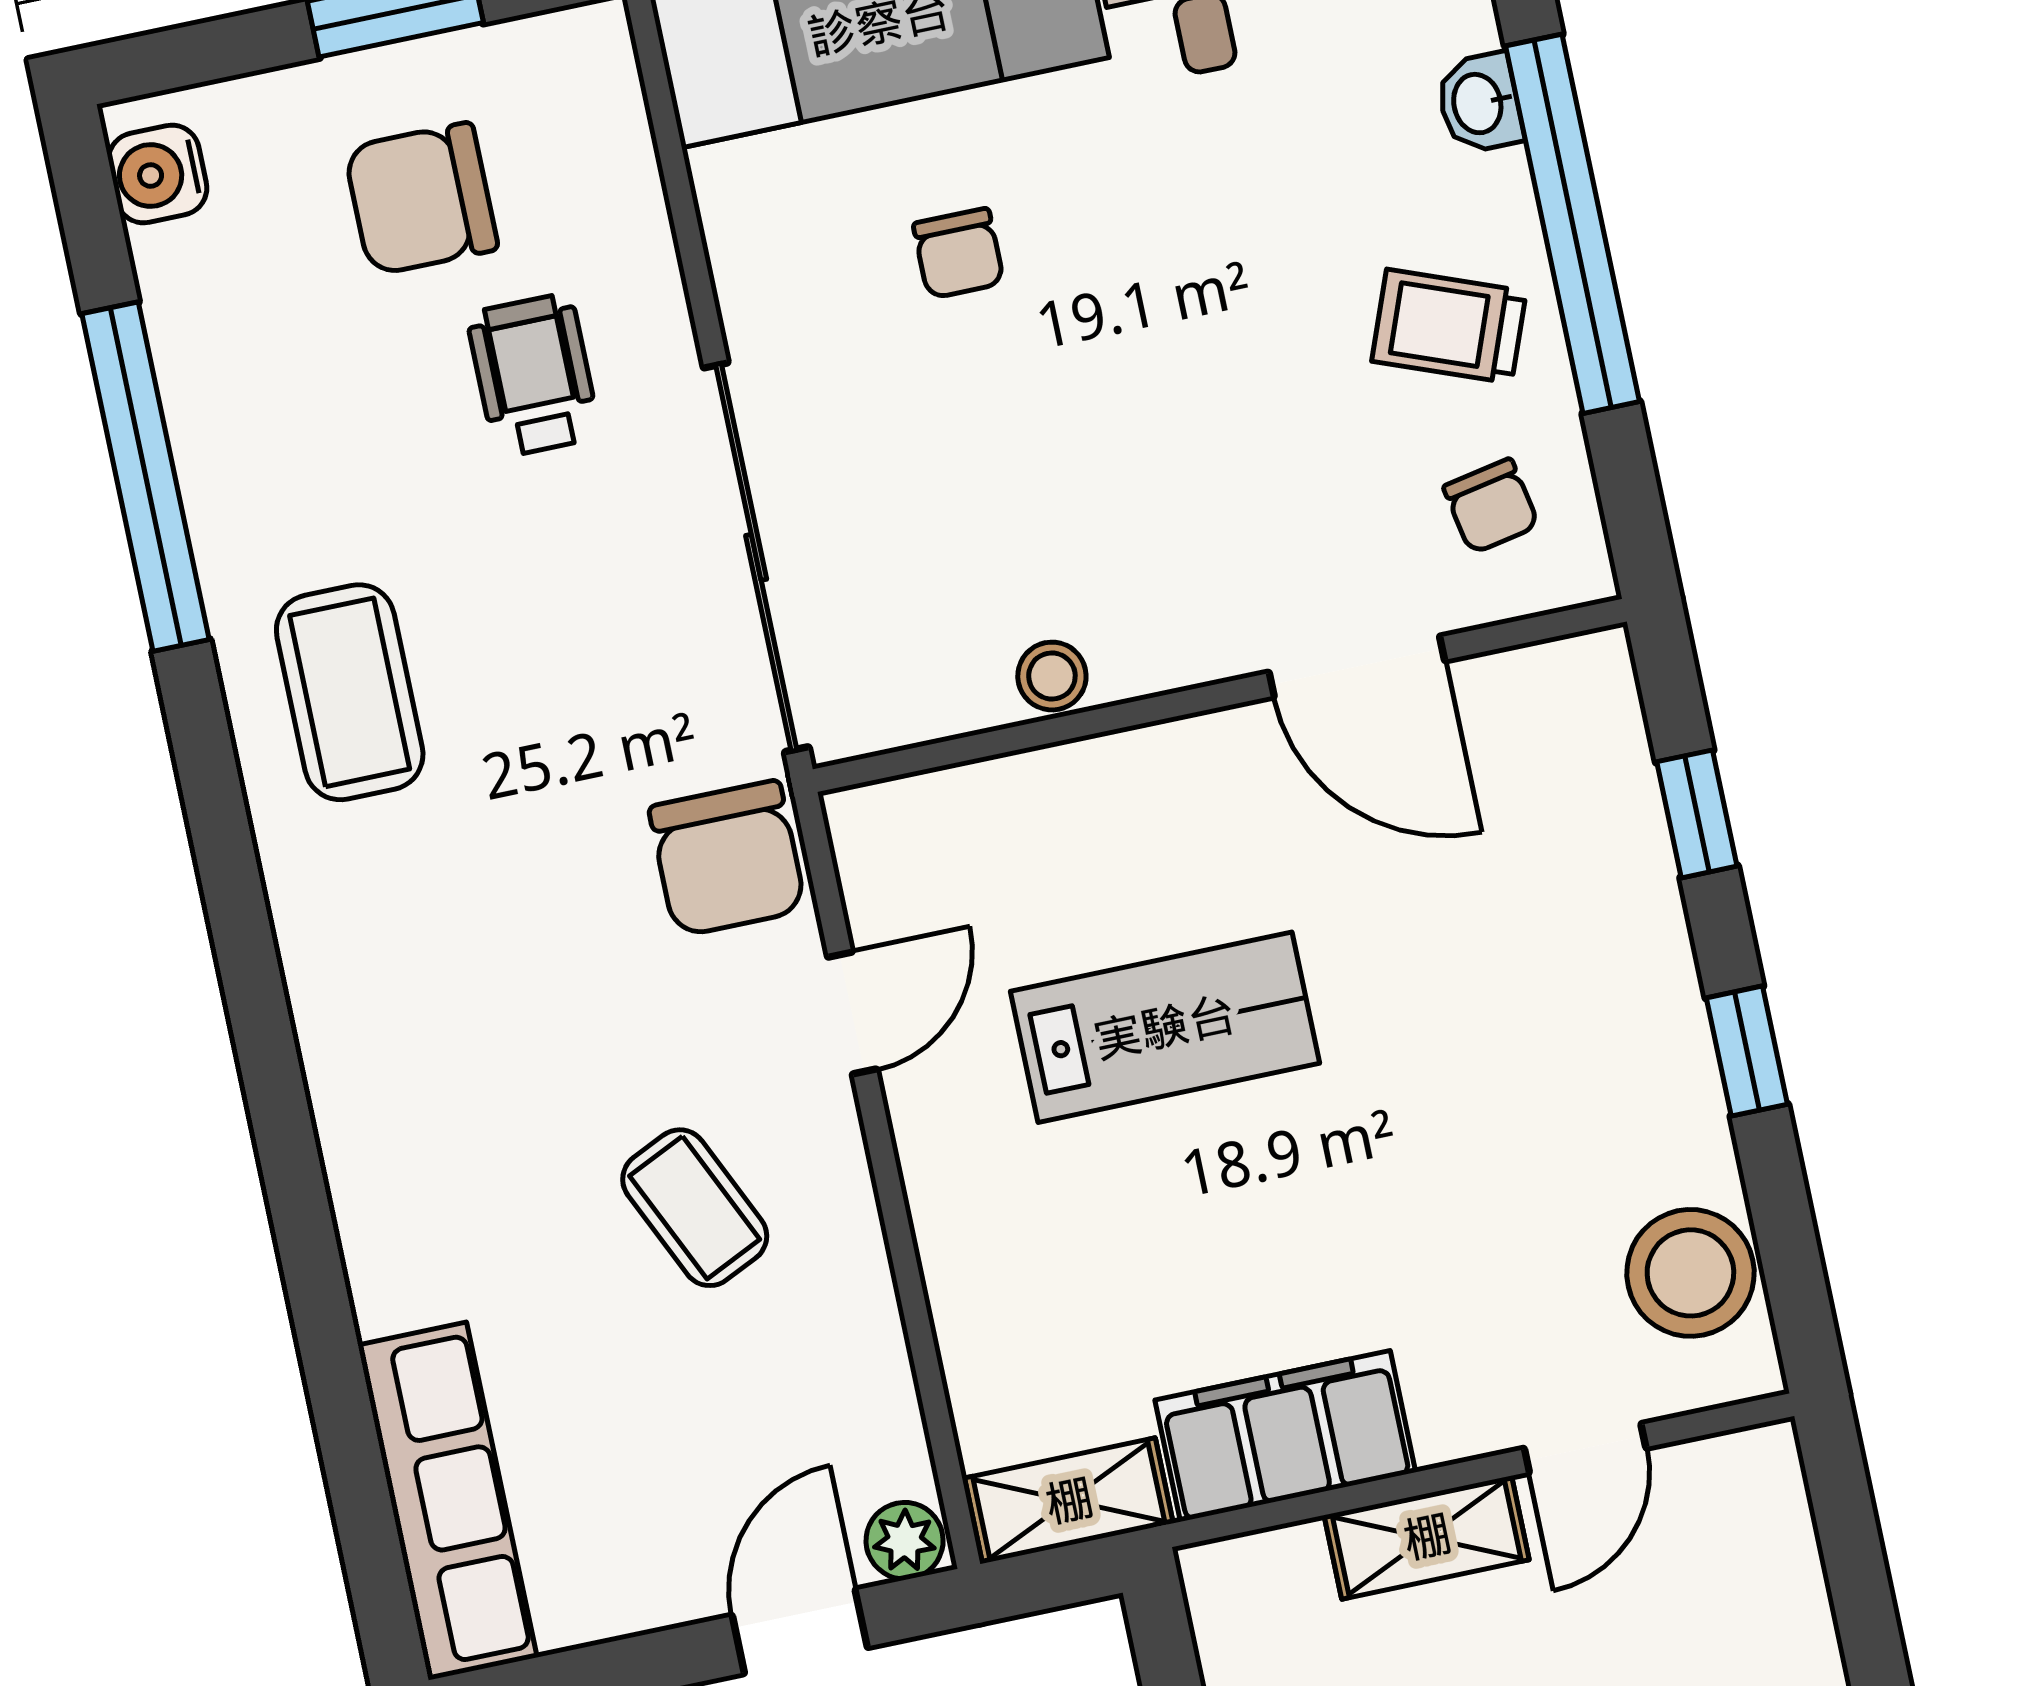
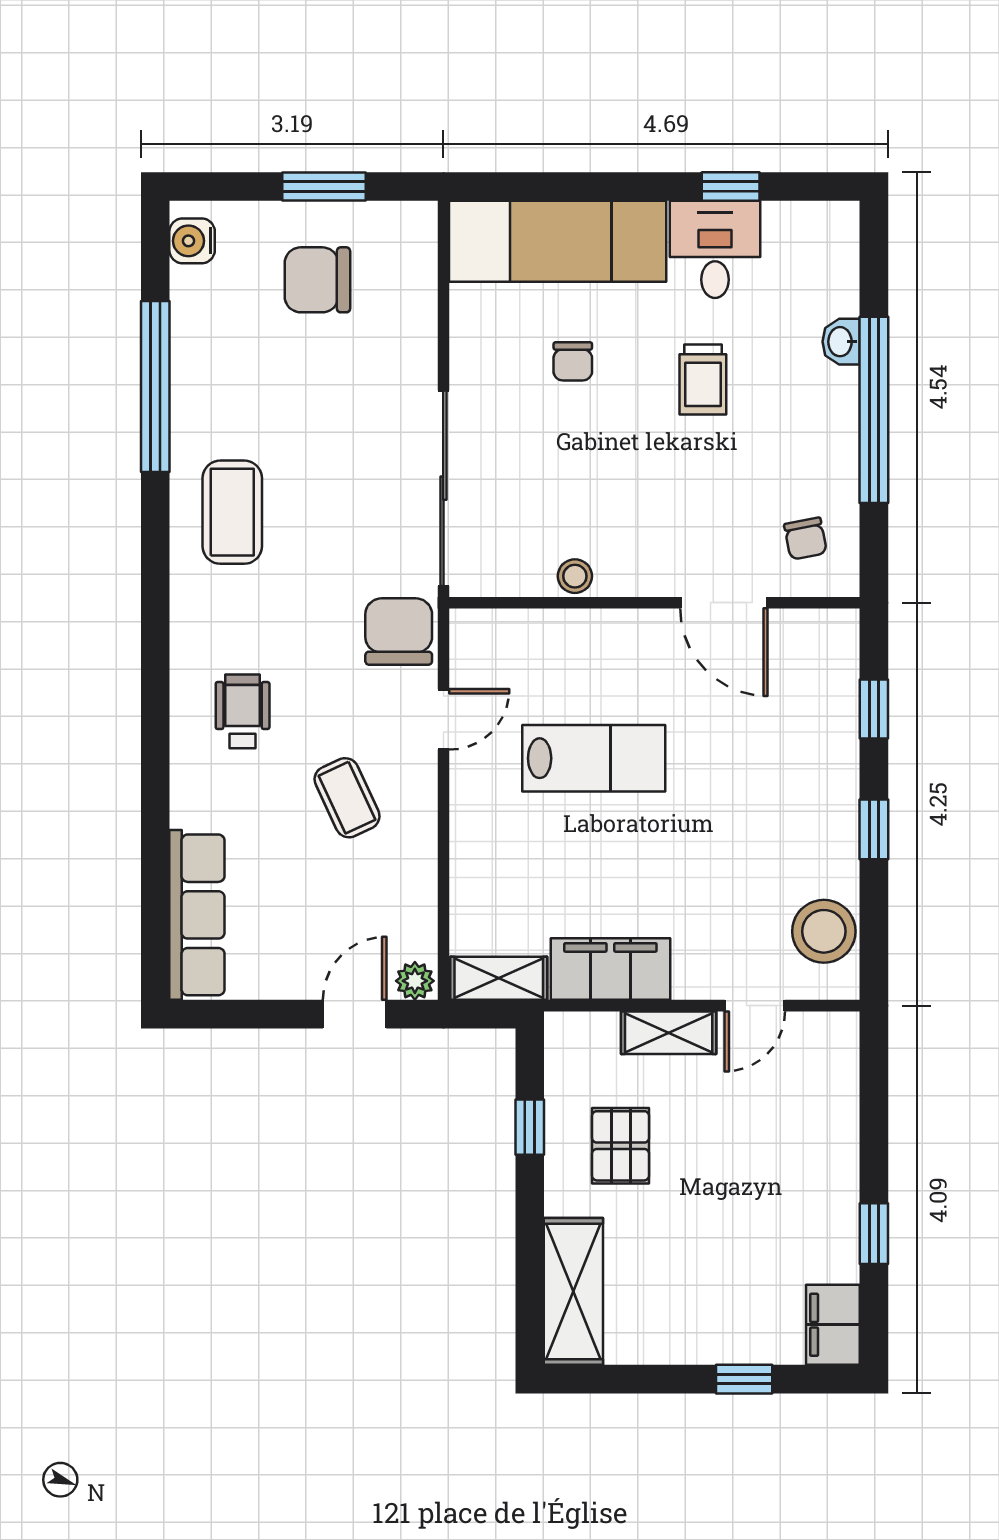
trolley: (1449, 326) -> (703, 380), moved, turned -111
wheelchair: (533, 375) -> (243, 711), moved
chair: (727, 858) -> (399, 632), turned 180

